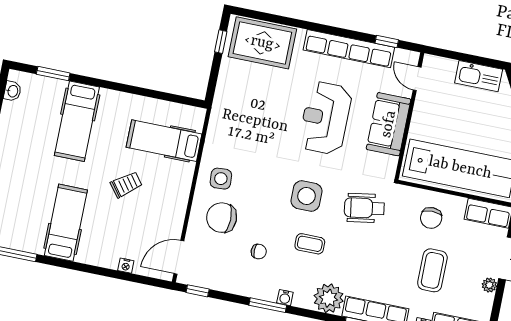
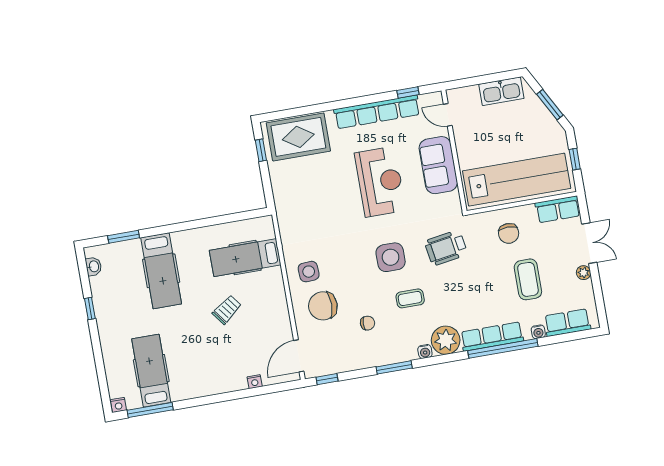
reception desk: (325, 118) -> (380, 182), turned 180
hospital bed: (66, 223) -> (151, 371), moved
water cooler: (285, 298) -> (425, 352), moved

